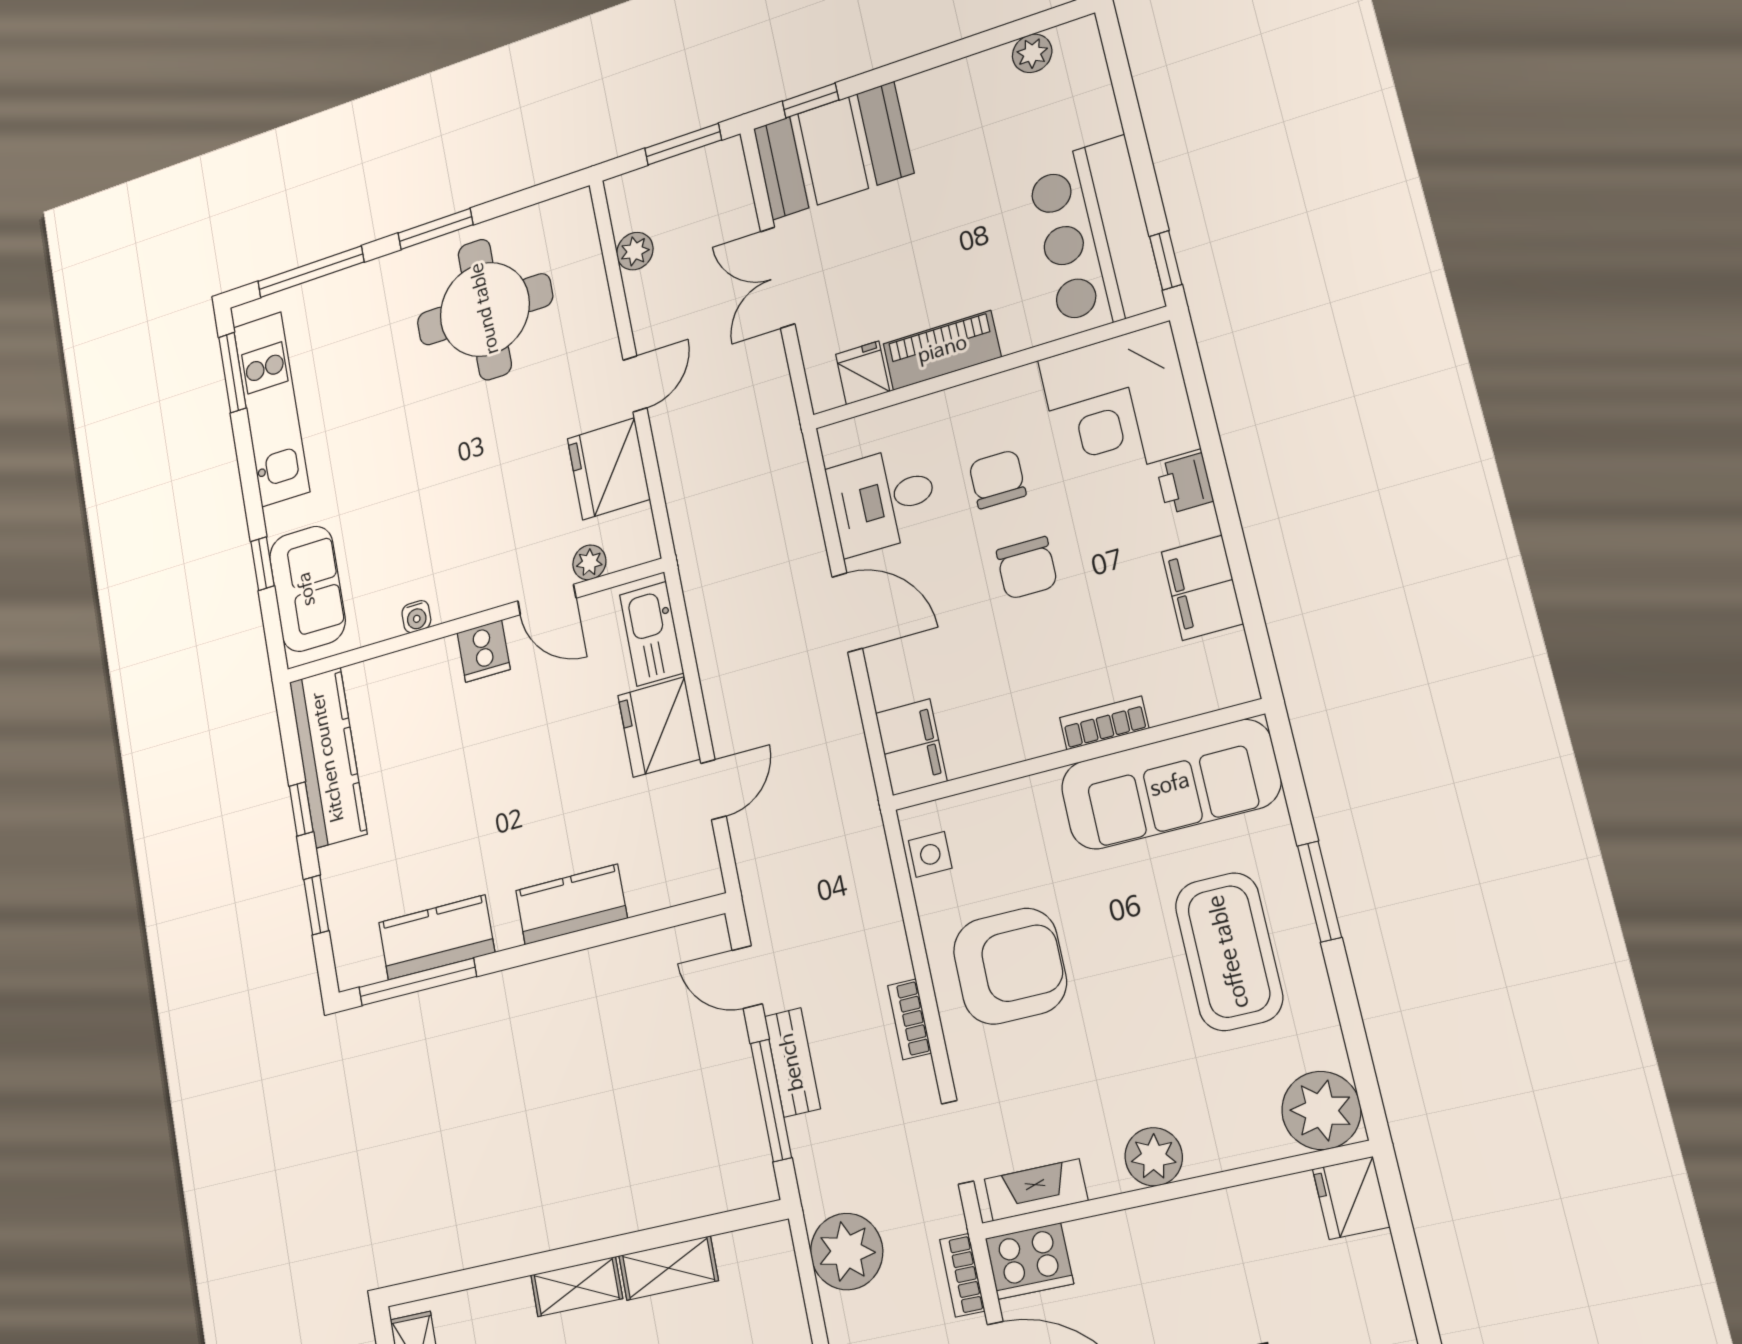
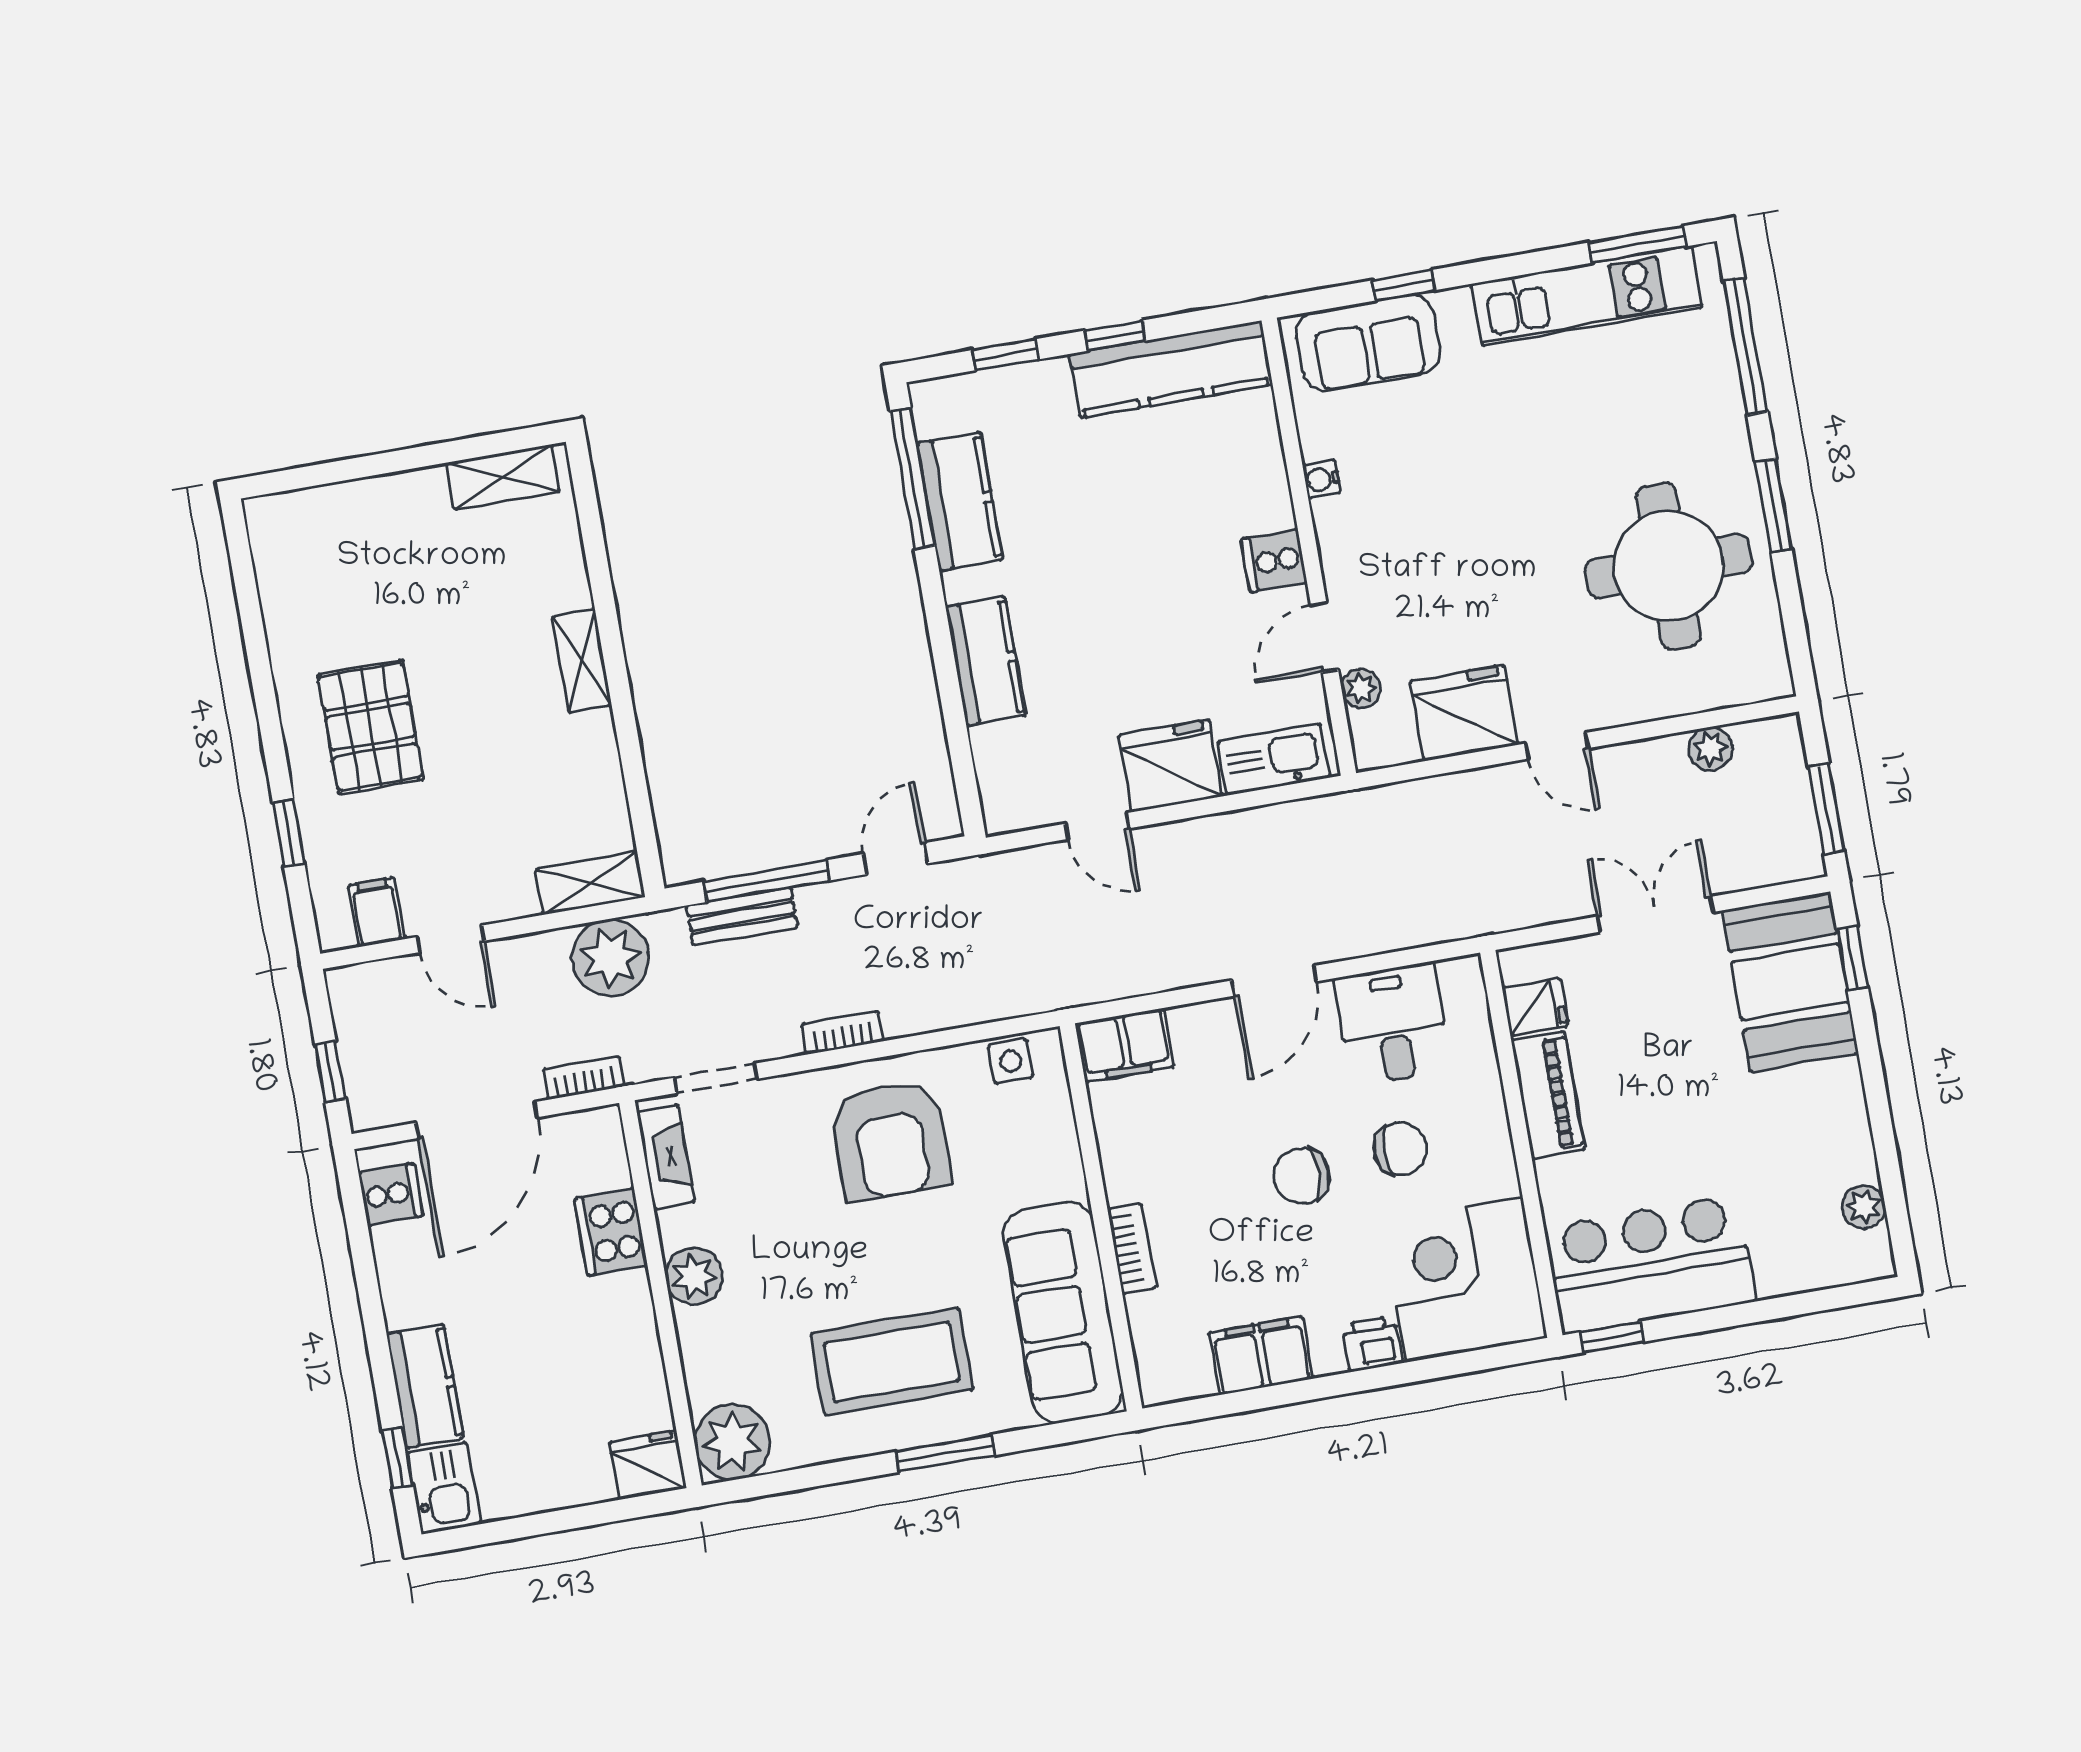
bench: (792, 1062) -> (742, 916), moved
cooker: (1029, 1261) -> (611, 1232), moved
shelving: (668, 1268) -> (590, 883), moved, turned 90

